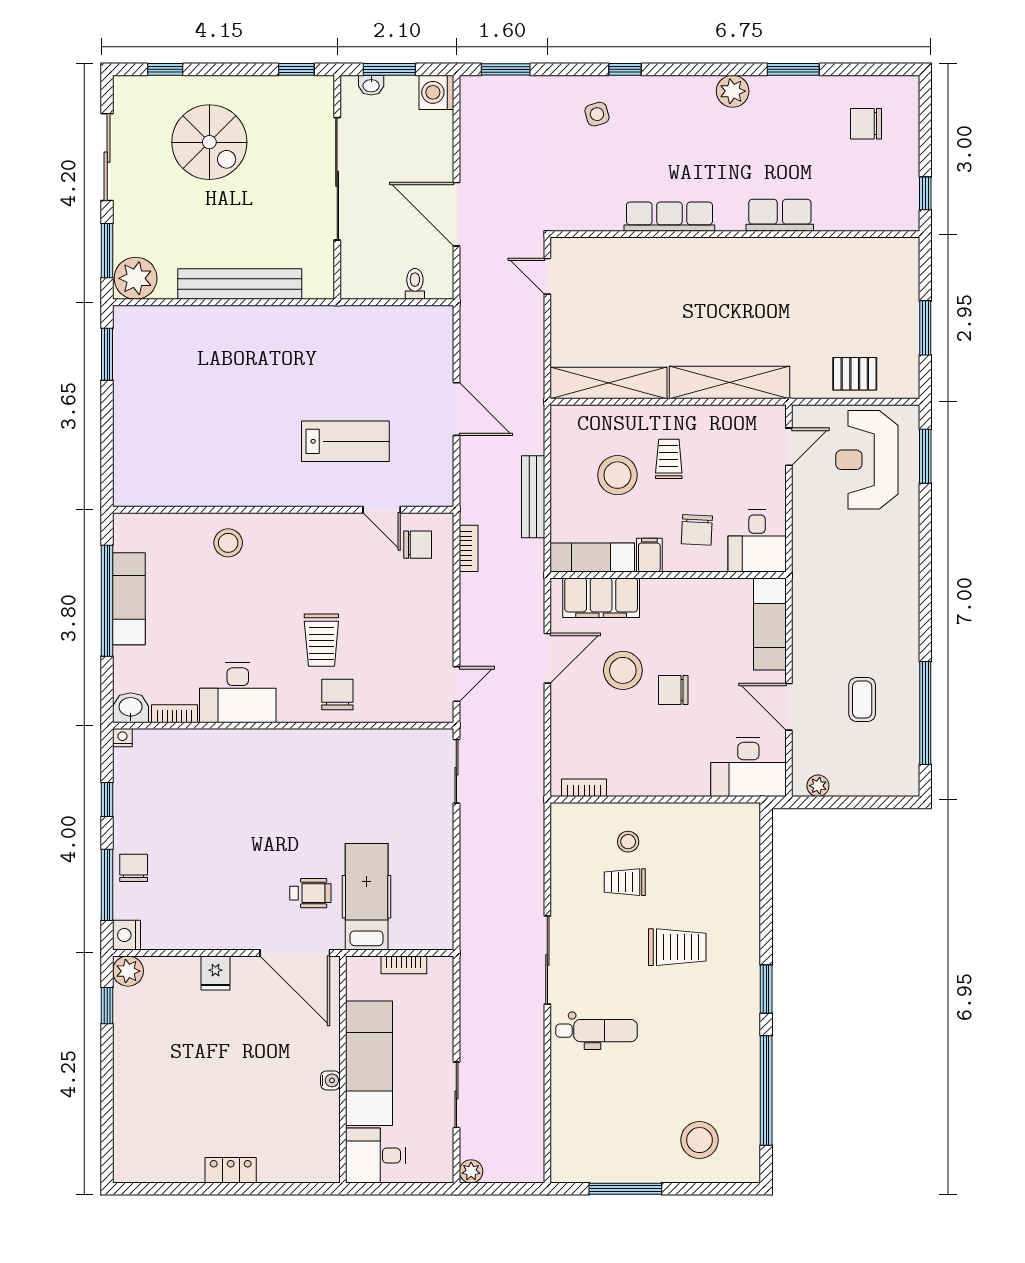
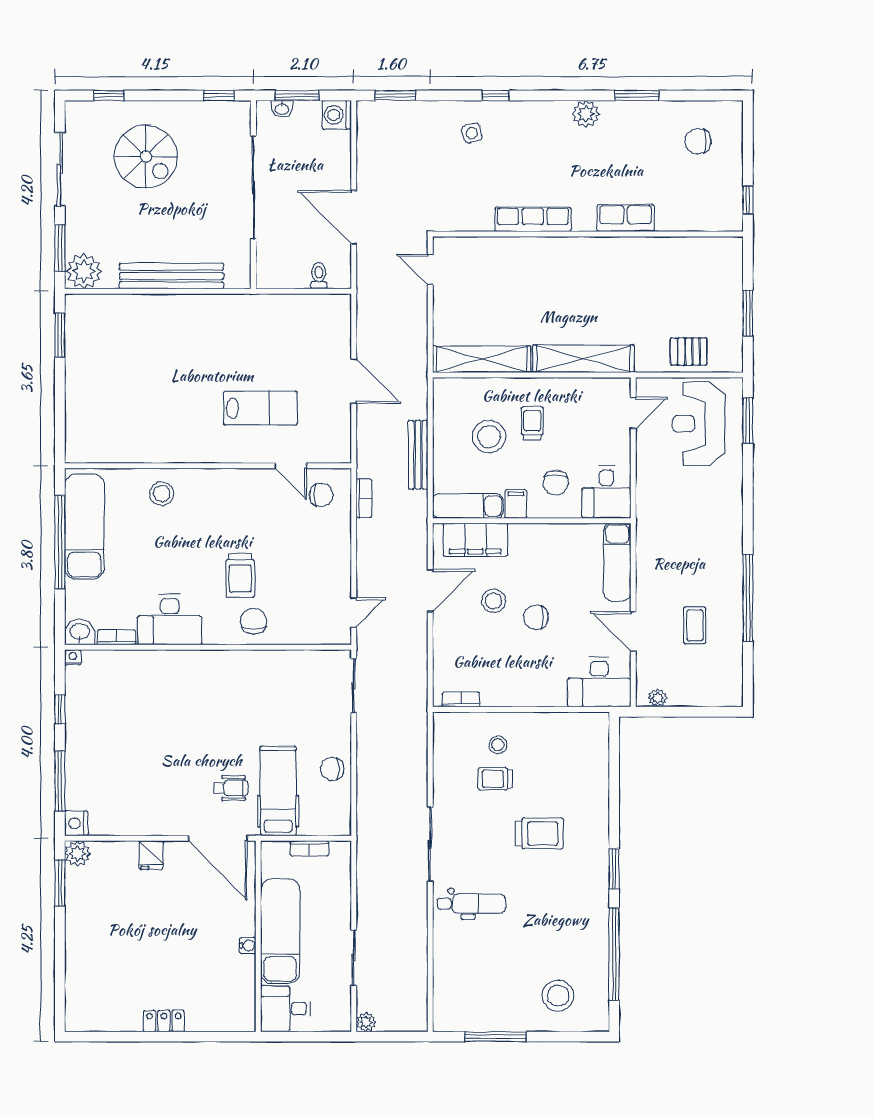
exam couch: (129, 599) -> (84, 527), width x1.36, depth x1.45
stool: (623, 670) -> (494, 601), width x0.73, depth x0.73
window: (925, 713) -> (748, 598), moved
chair: (134, 868) -> (332, 769), moved, turned -90
window: (107, 1006) -> (60, 883), width x1.50

